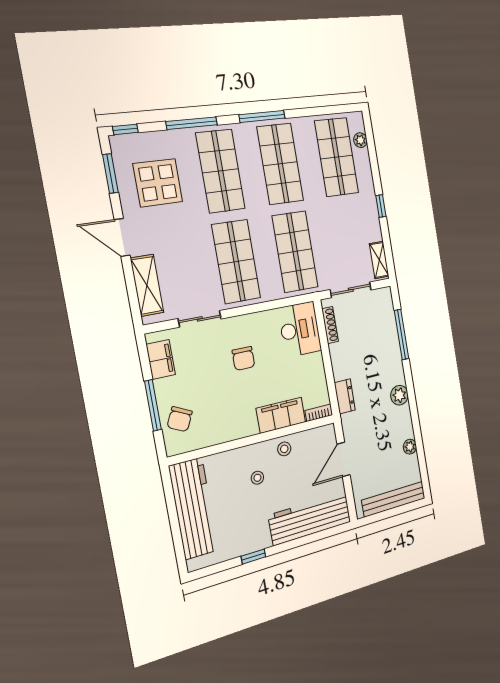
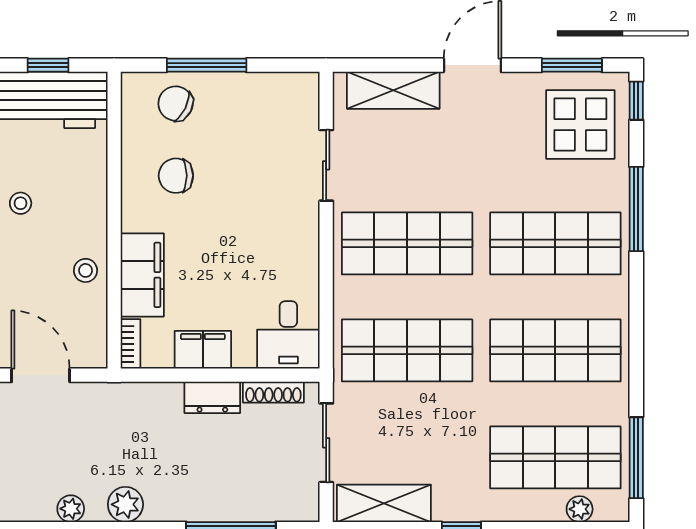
window: (262, 116) -> (636, 458), moved
display table: (158, 183) -> (580, 125), moved
shelving: (379, 260) -> (384, 503), width x1.50, depth x1.33
desk: (300, 329) -> (288, 335), width x0.73
chair: (243, 358) -> (176, 176), moved
filing cabinet: (161, 359) -> (203, 350), moved, turned 180
dresser: (345, 396) -> (212, 397), moved
plant: (410, 447) -> (71, 509), moved
stool: (257, 478) -> (21, 203), moved
window: (171, 503) -> (48, 65), added

